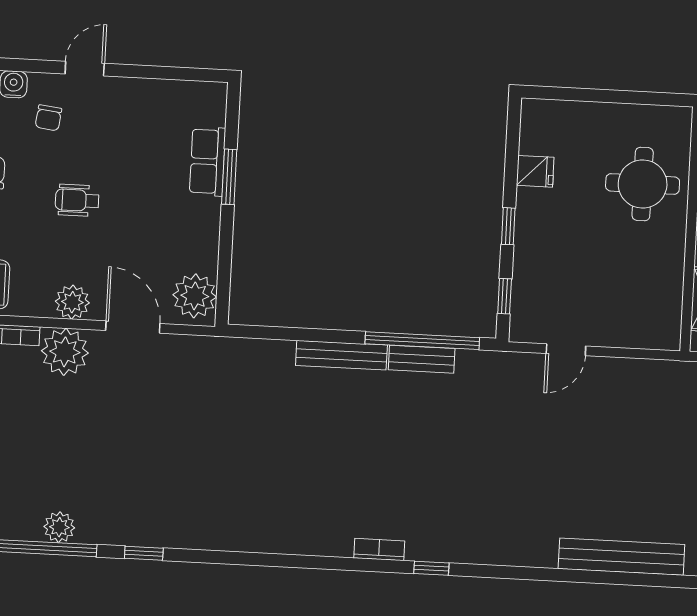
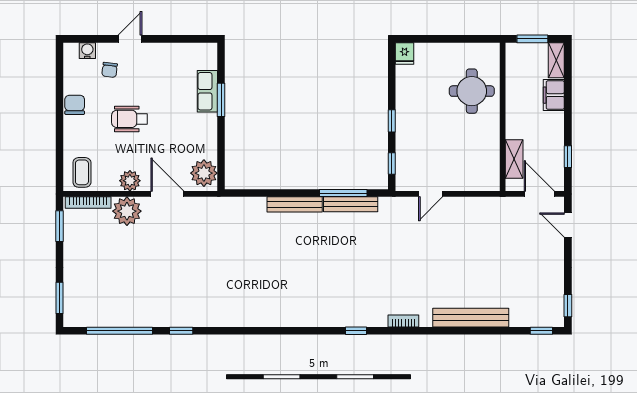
fridge: (535, 171) -> (405, 53), moved, turned 90
wheelchair: (77, 200) -> (130, 119), width x1.36, depth x1.37
window: (422, 341) -> (343, 193), width x0.68
bench: (422, 359) -> (351, 204), width x1.36
plant: (59, 527) -> (129, 318), removed
bookcase: (379, 550) -> (403, 321), moved

